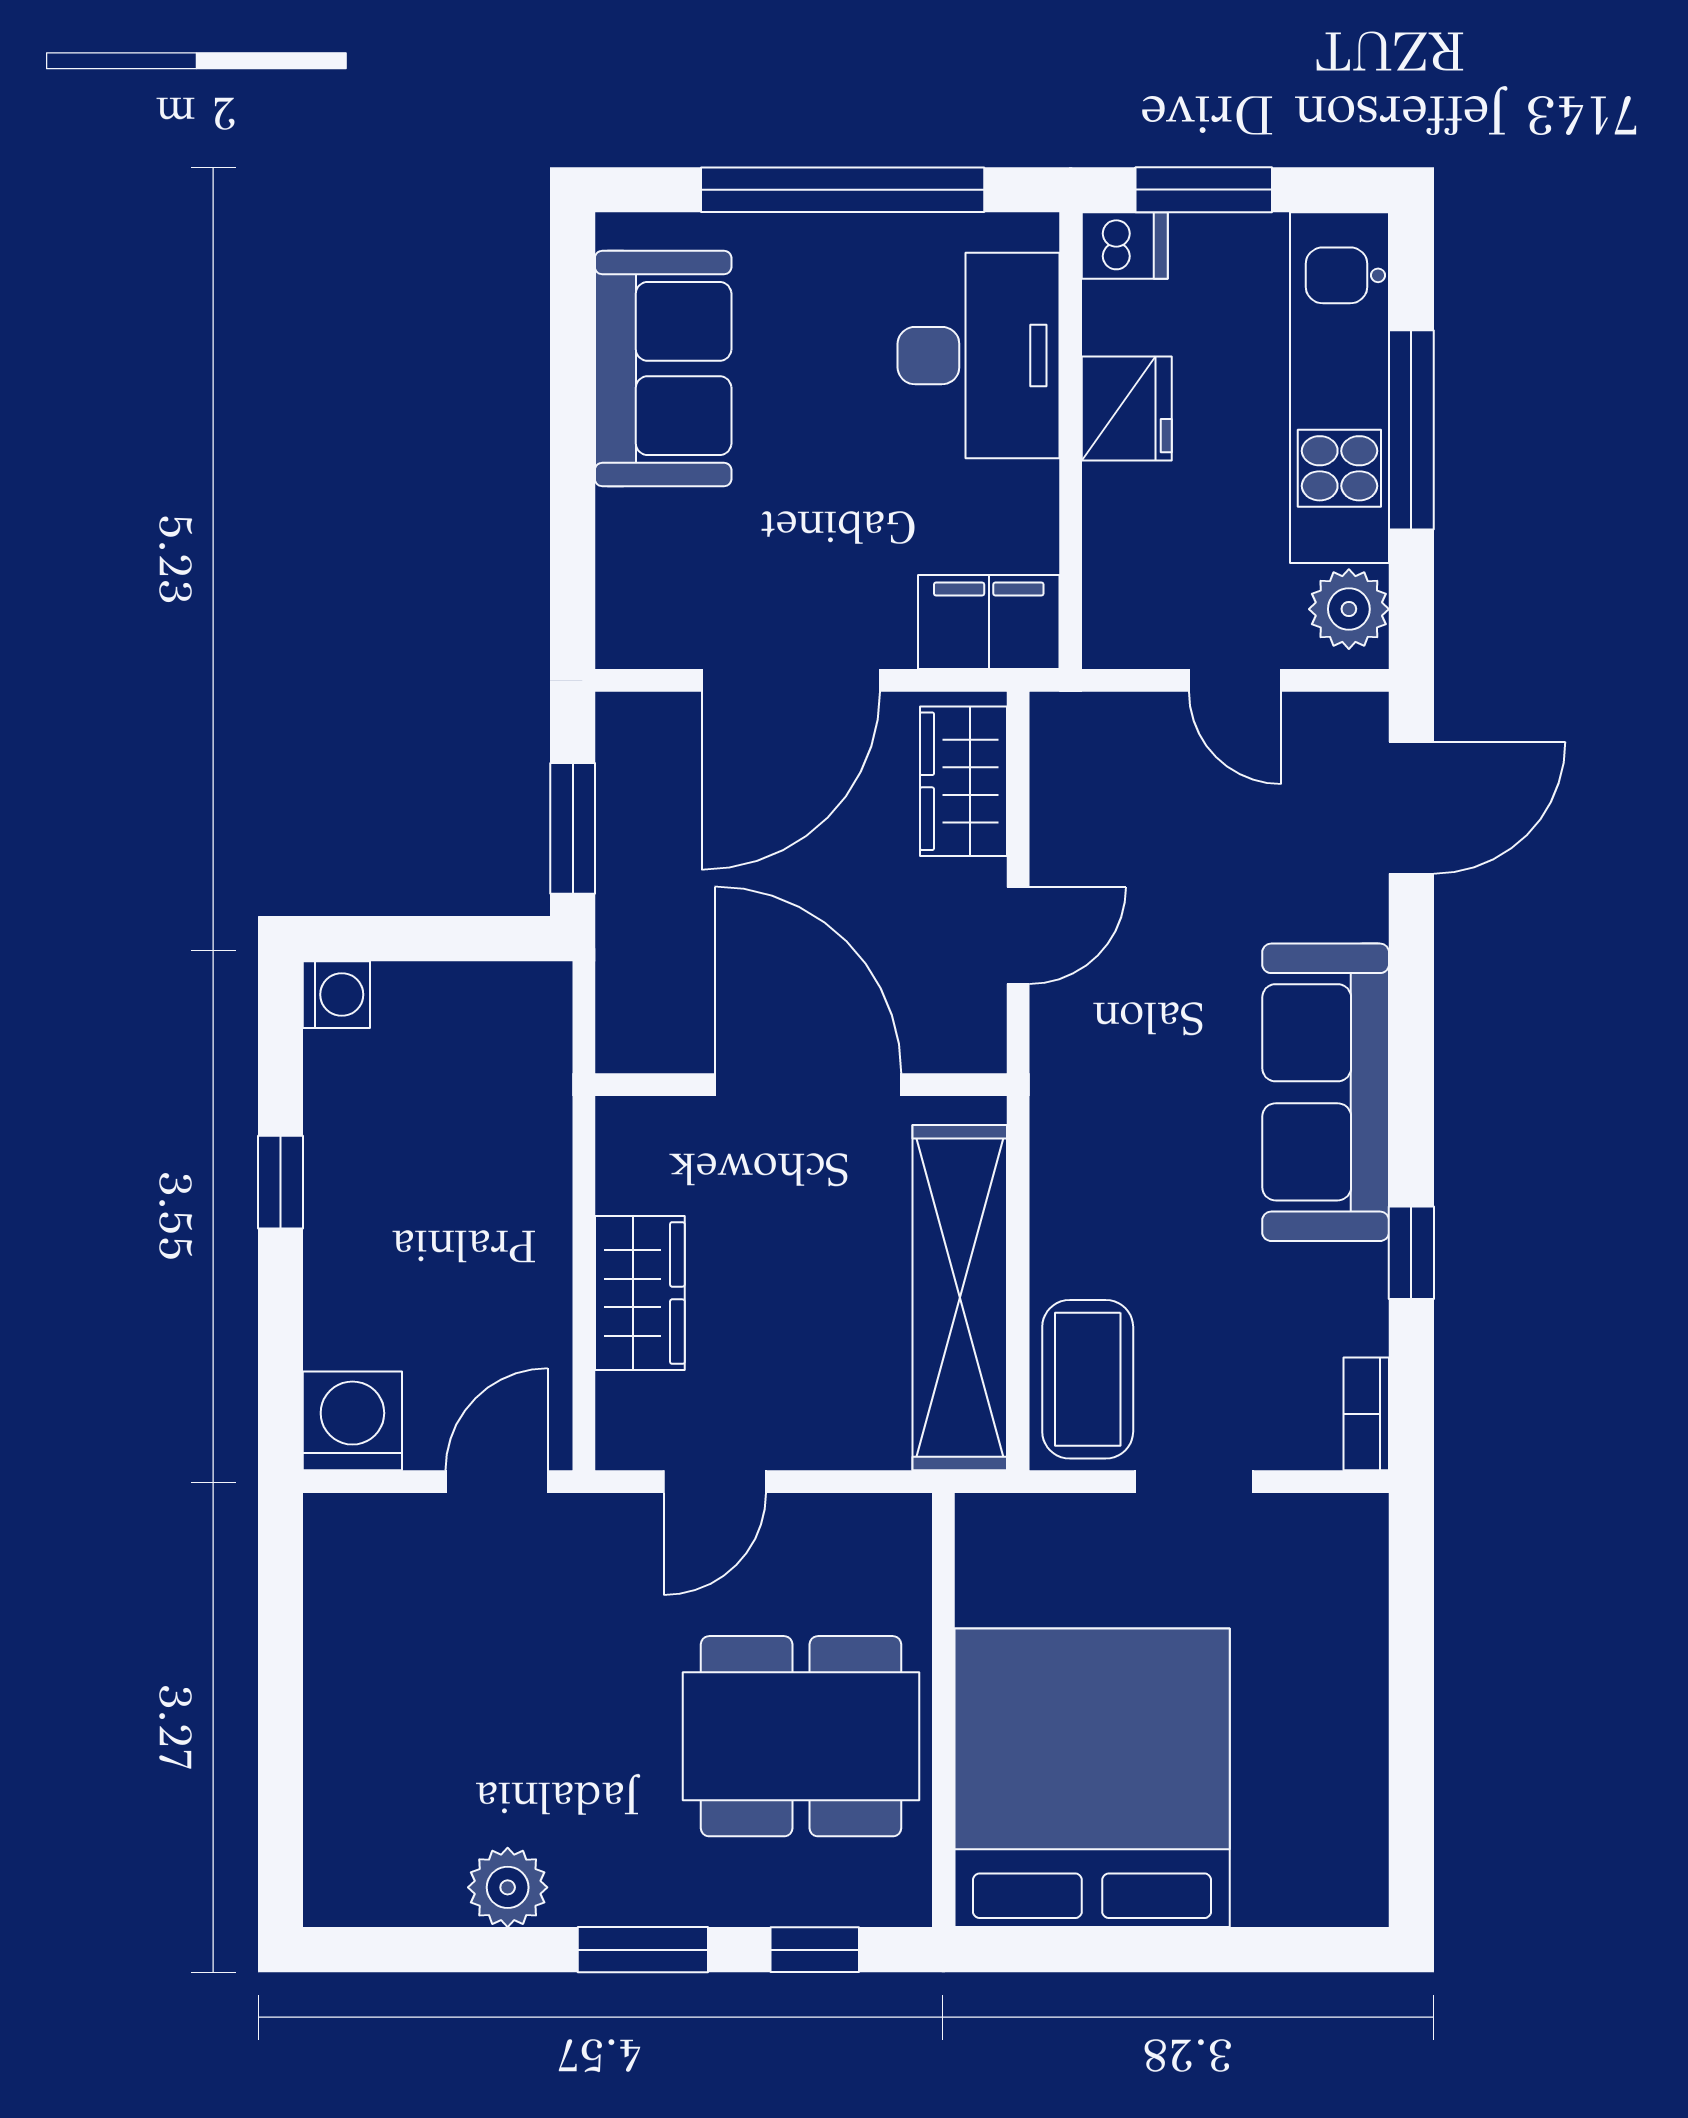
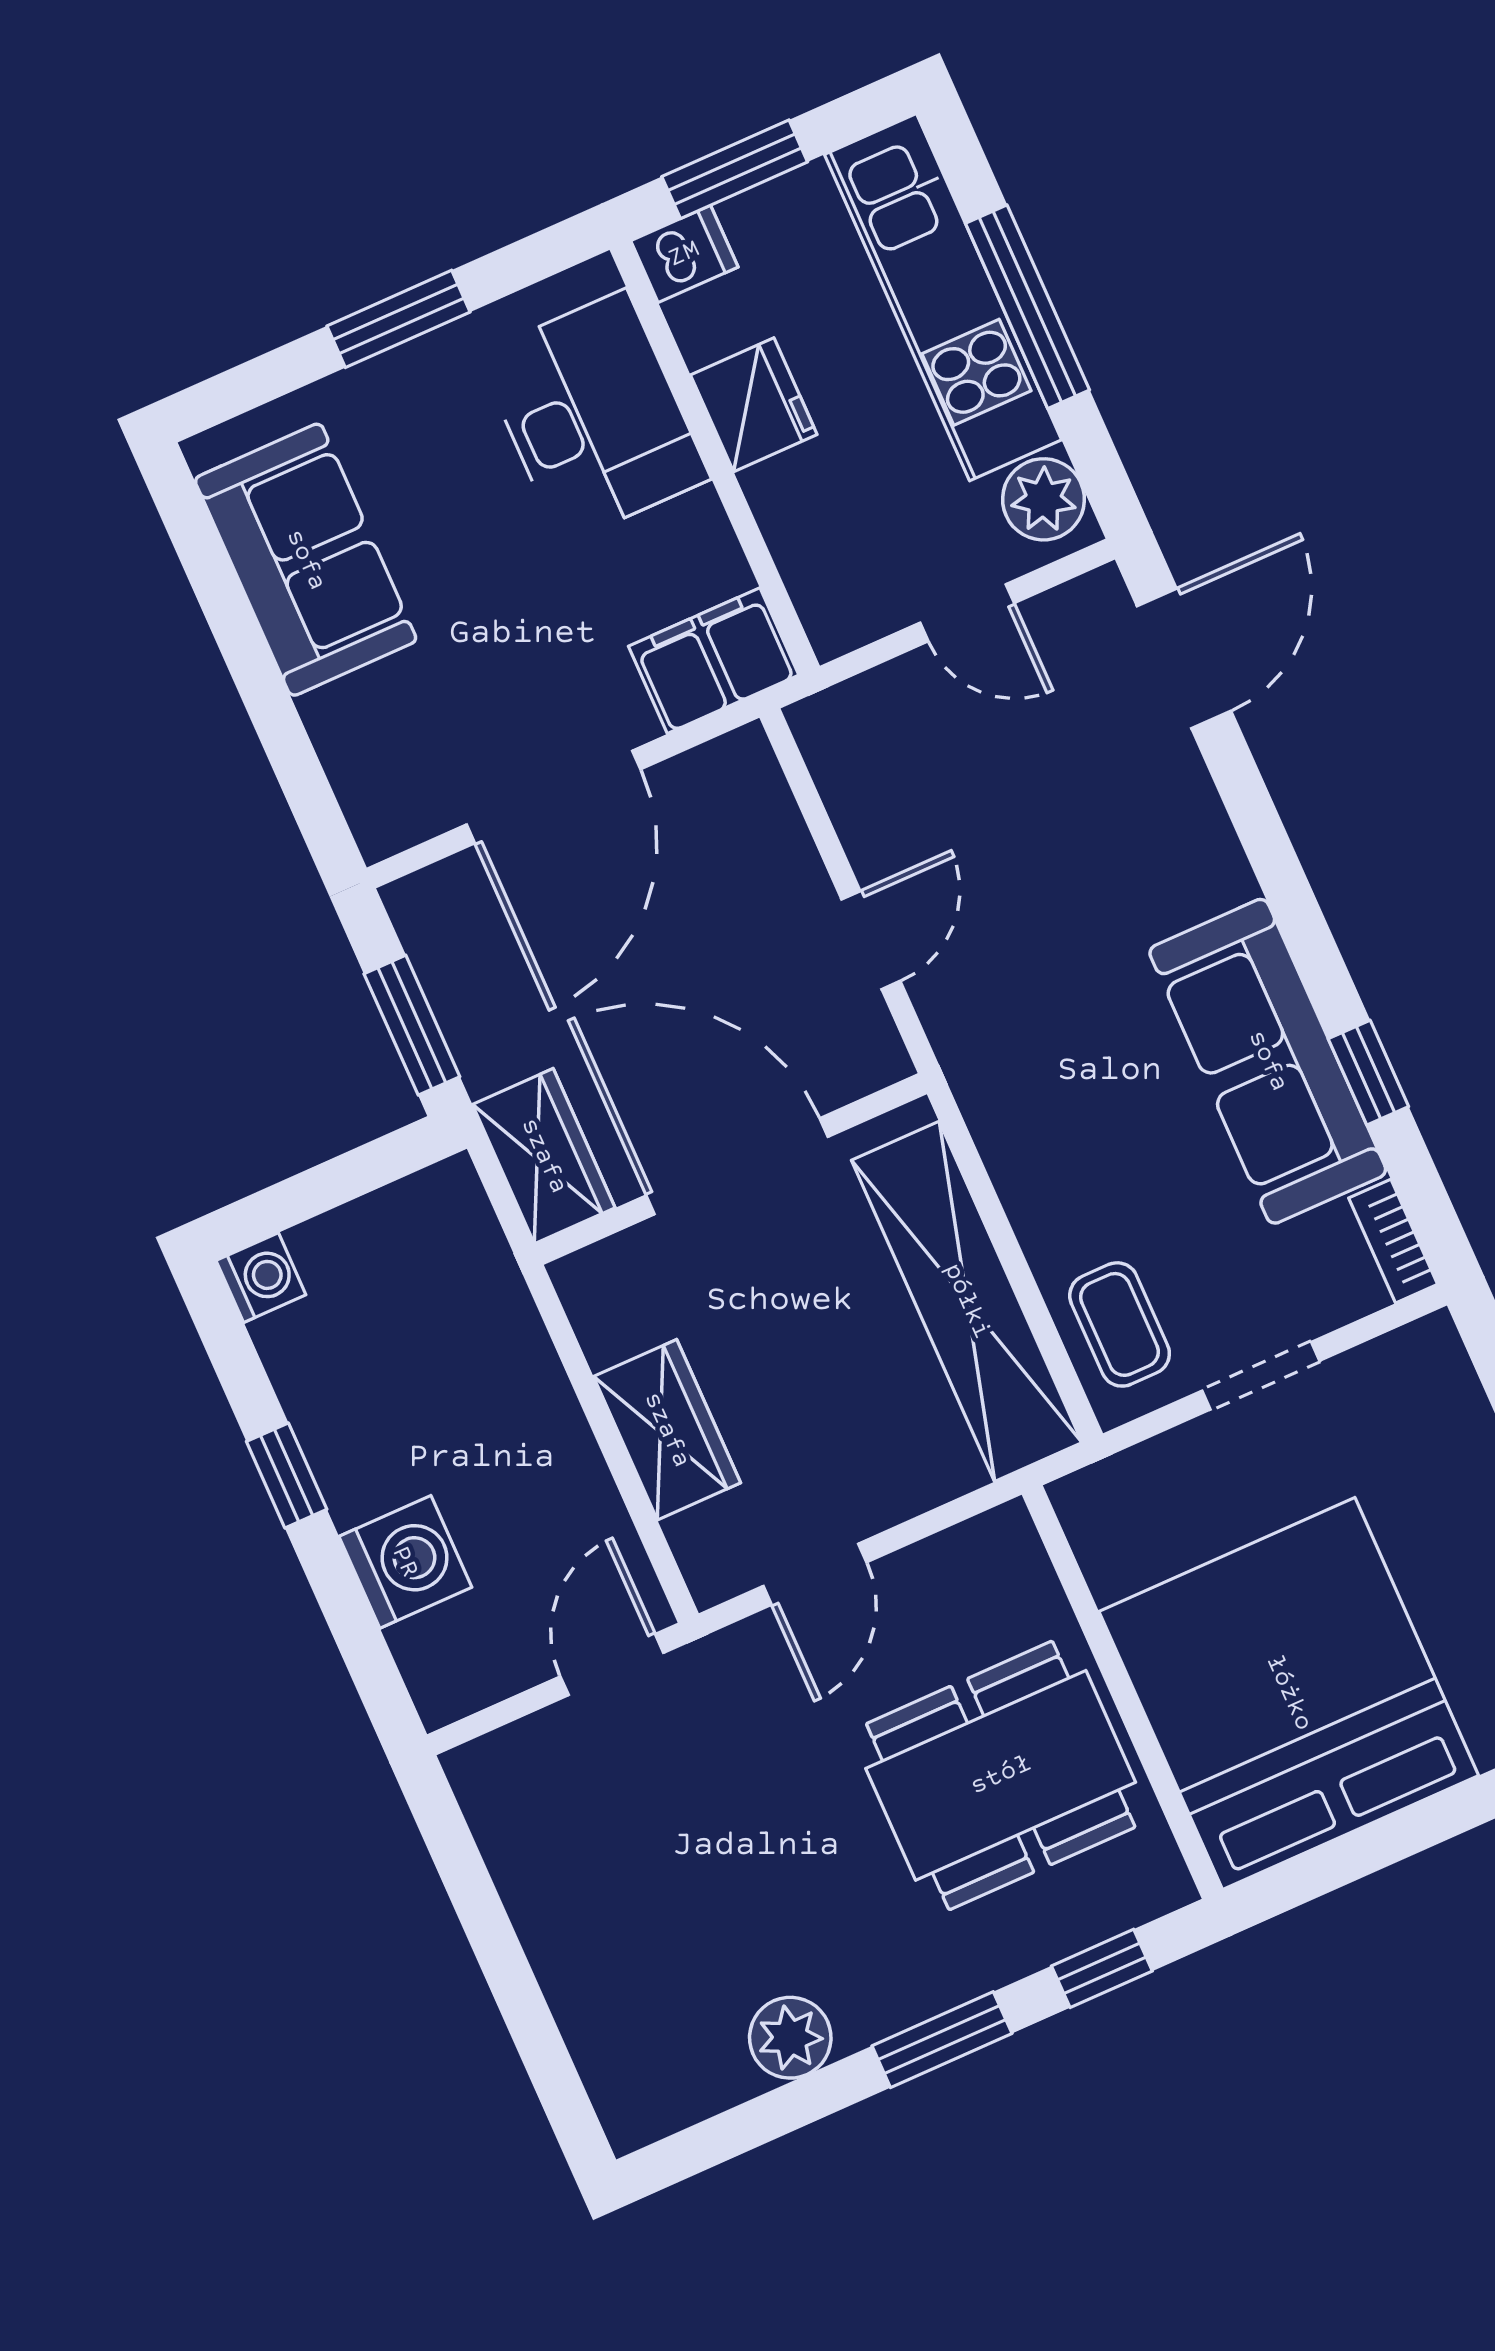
window: (843, 190) -> (398, 319), width x0.47
wardrobe: (963, 781) -> (544, 1156), moved, turned 180
sofa: (1326, 1092) -> (1268, 1061), moved
coffee table: (1088, 1379) -> (1120, 1324), width x0.73, depth x0.77
washing machine: (352, 1421) -> (405, 1562), moved, turned 90

